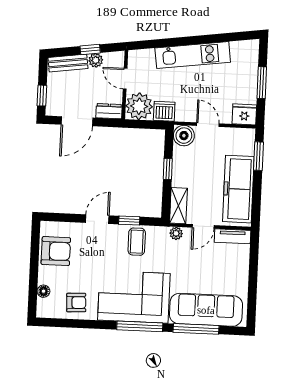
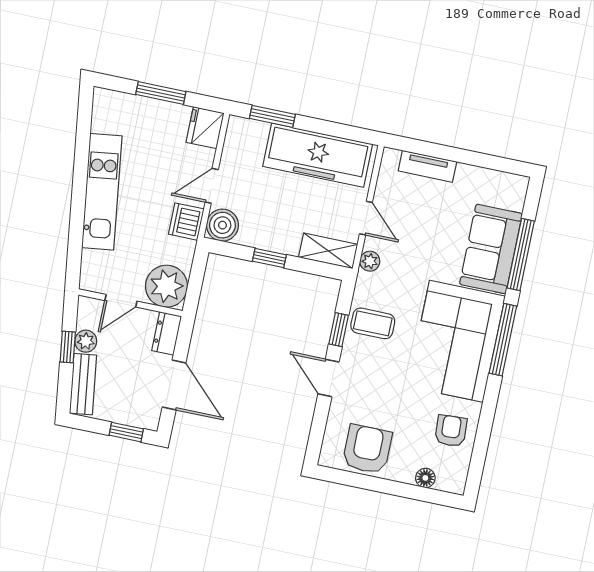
dishwasher: (164, 111) -> (186, 222), moved
tv unit: (233, 236) -> (427, 166), moved, turned 90
sofa: (206, 310) -> (491, 249), width x0.73

